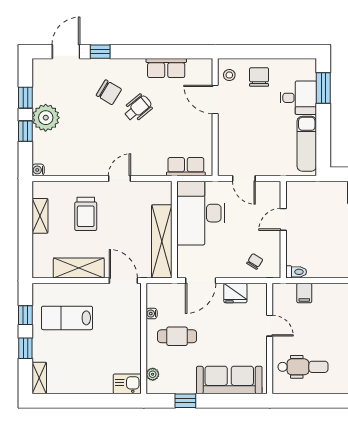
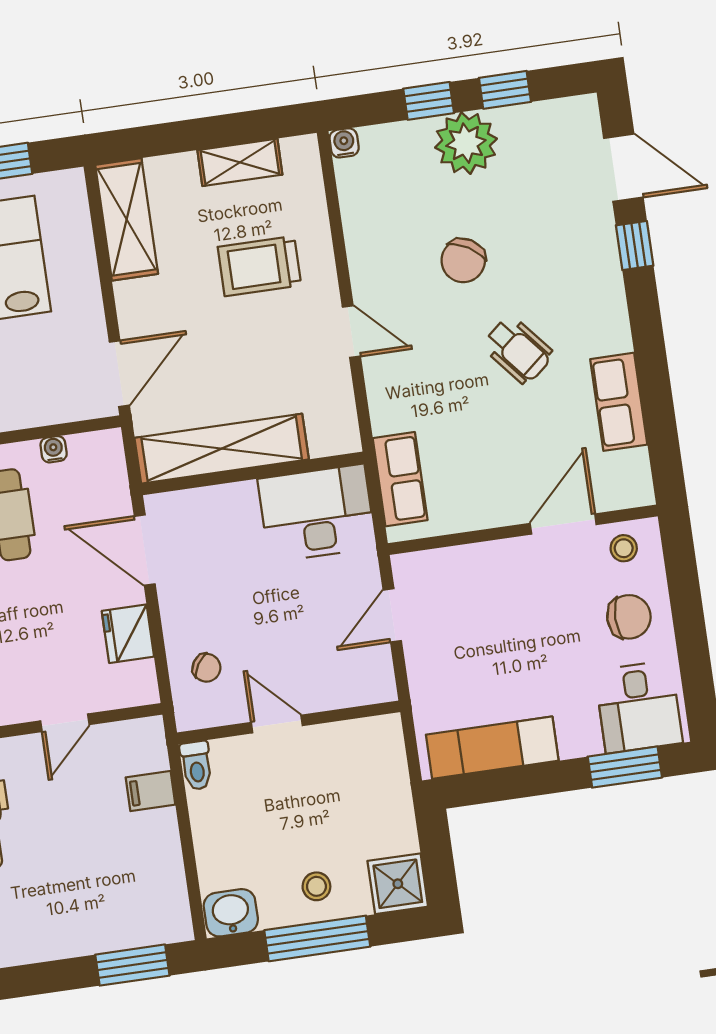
chair: (109, 92) -> (463, 260), moved
desk: (298, 98) -> (639, 707), moved
desk: (201, 213) -> (317, 513), width x0.73, depth x0.77
door: (283, 219) -> (277, 724), moved
shelving: (79, 268) -> (127, 219), moved

